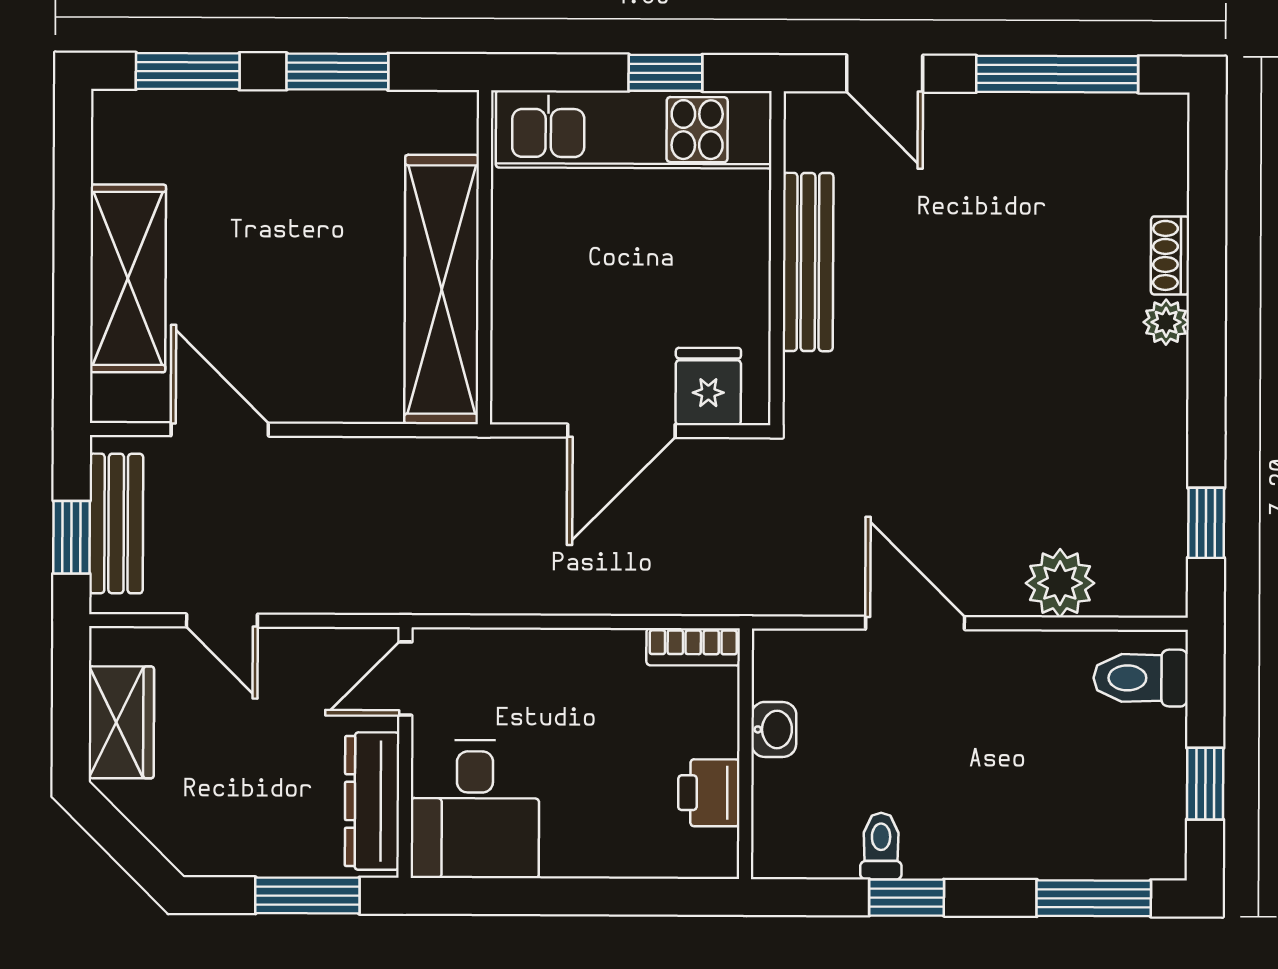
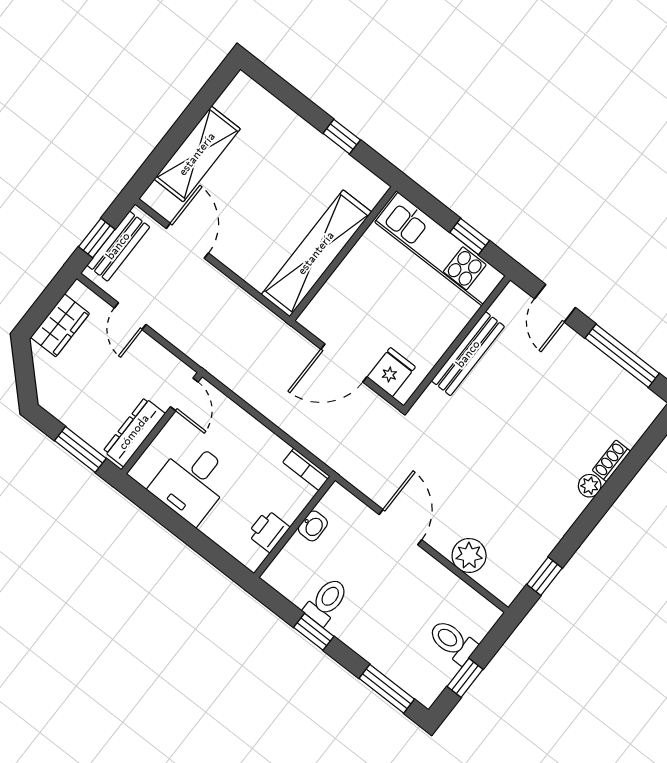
window: (188, 71) -> (283, 91), removed
window: (337, 72) -> (342, 137), width x0.67
toilet: (1141, 678) -> (453, 642), moved
door: (405, 679) -> (184, 394), swing flipped
desk: (475, 809) -> (192, 482), moved
toilet: (881, 846) -> (326, 601), width x1.37, depth x1.39

